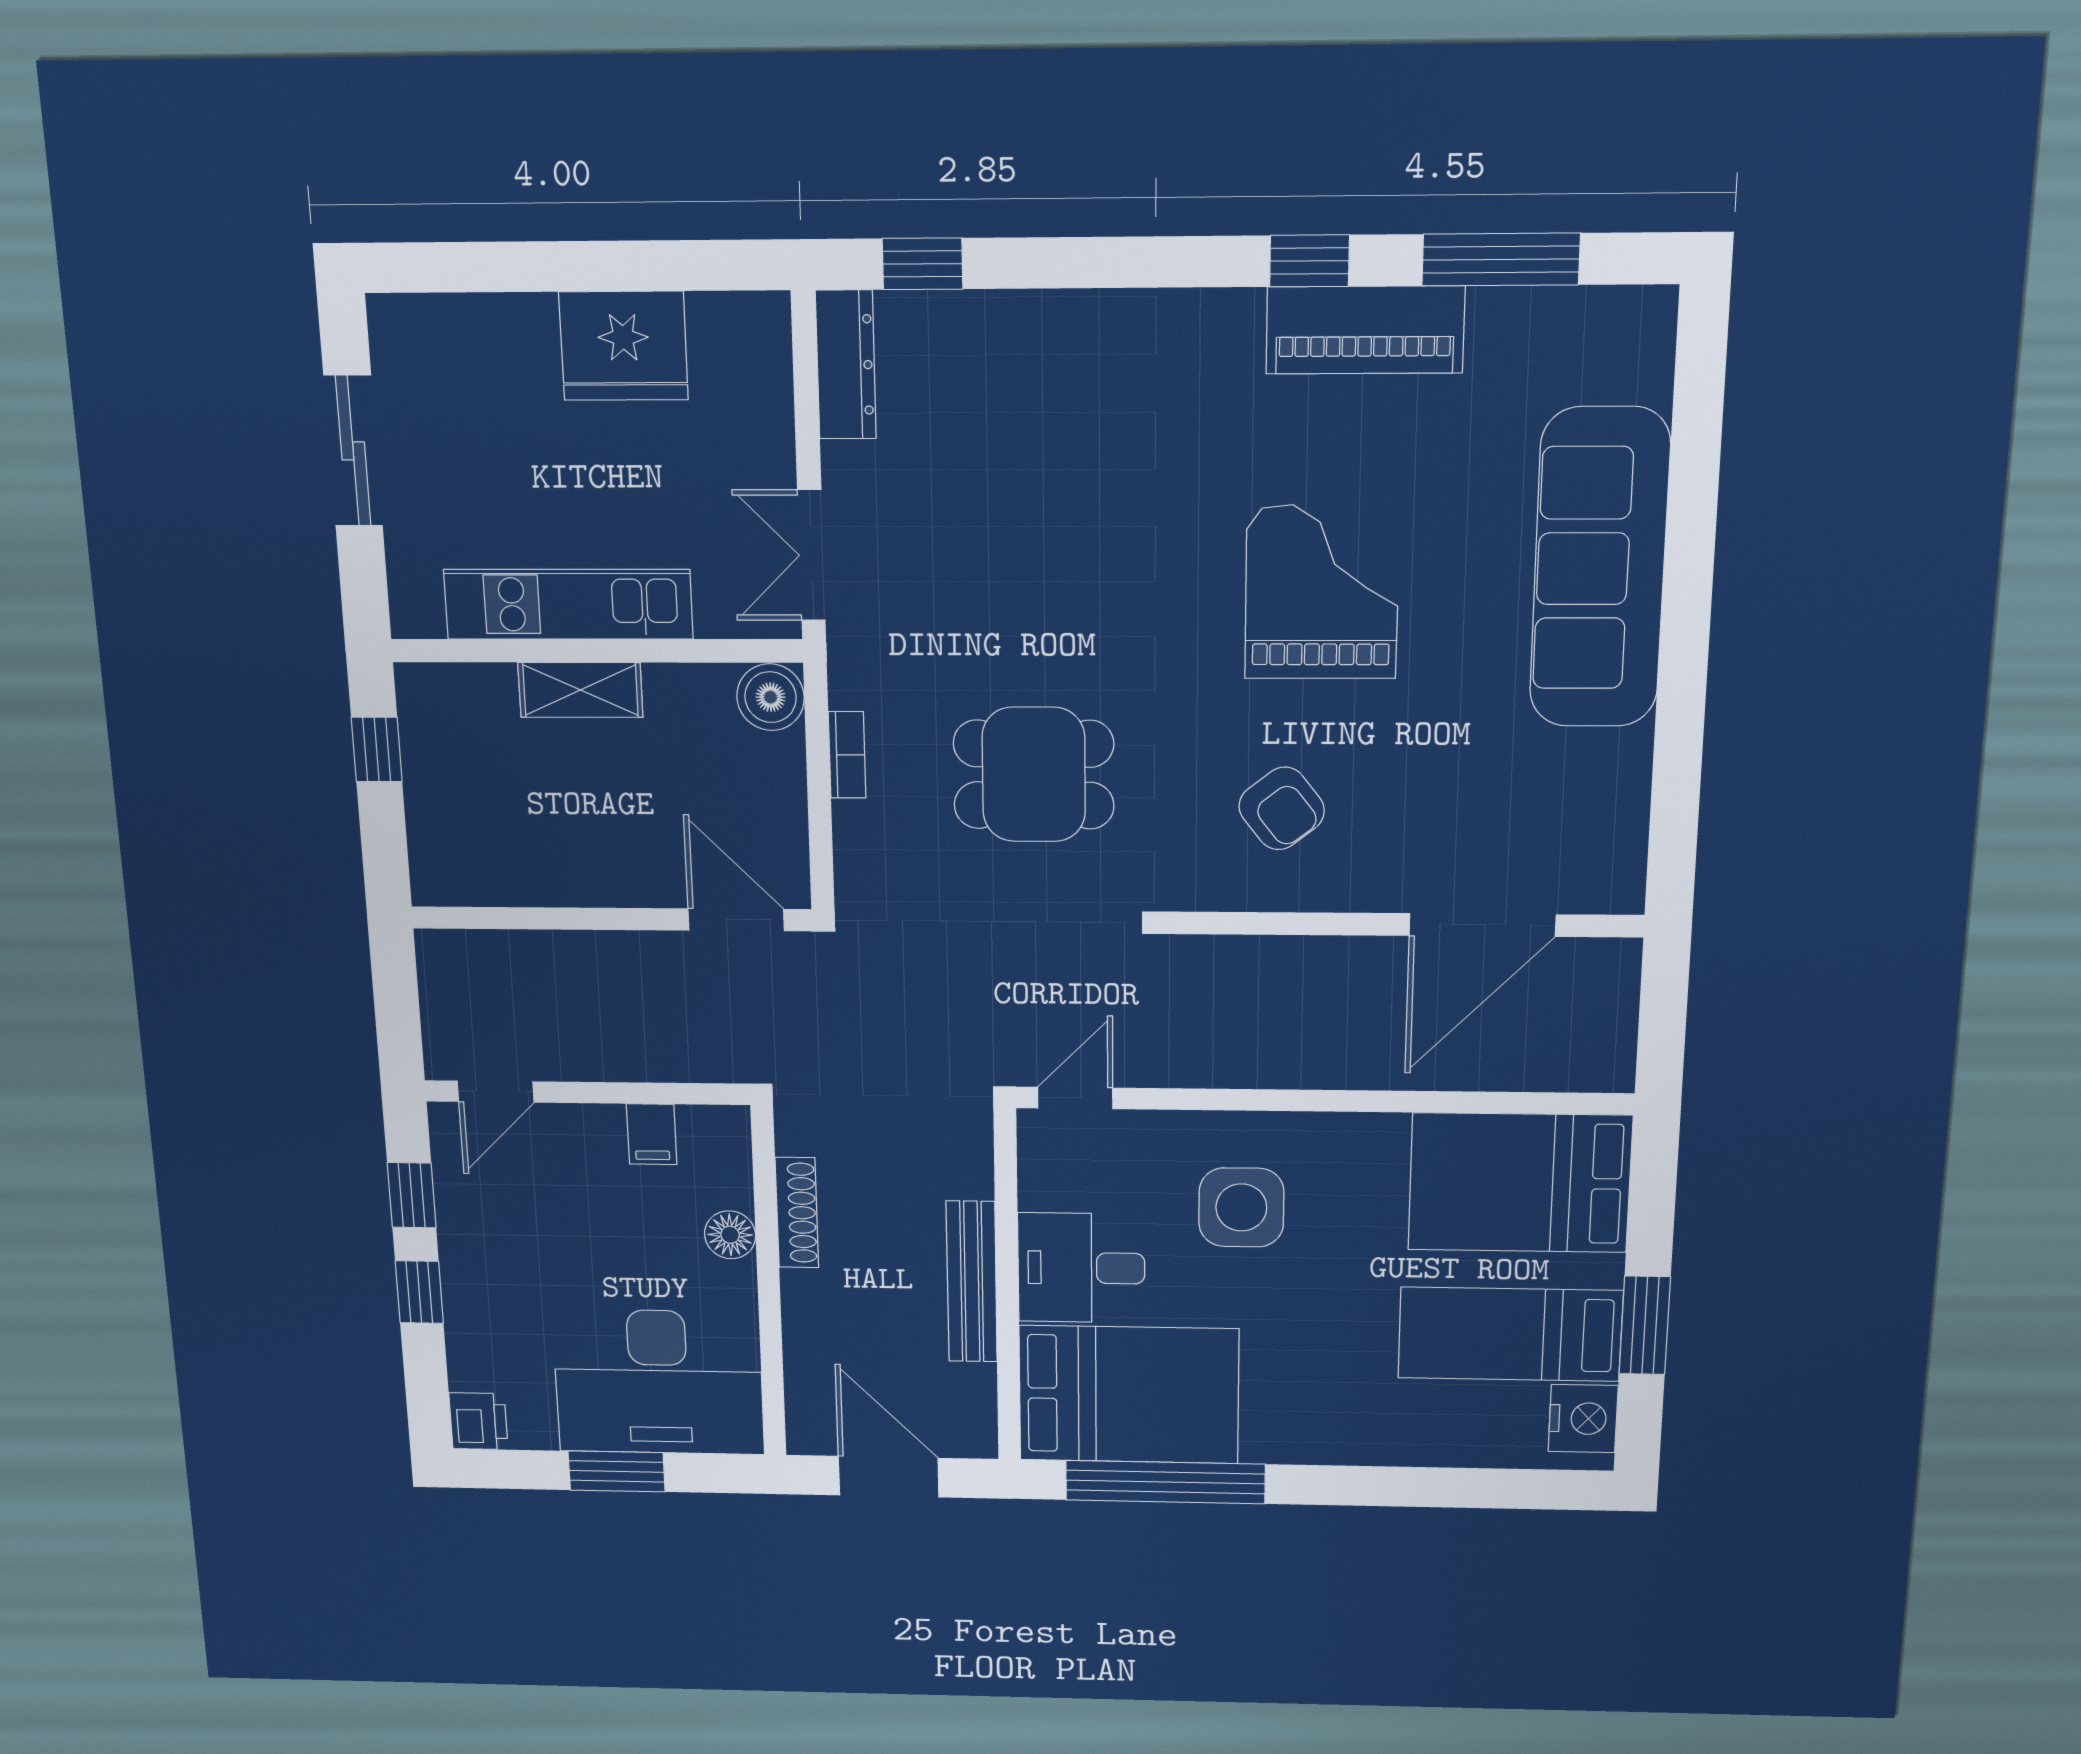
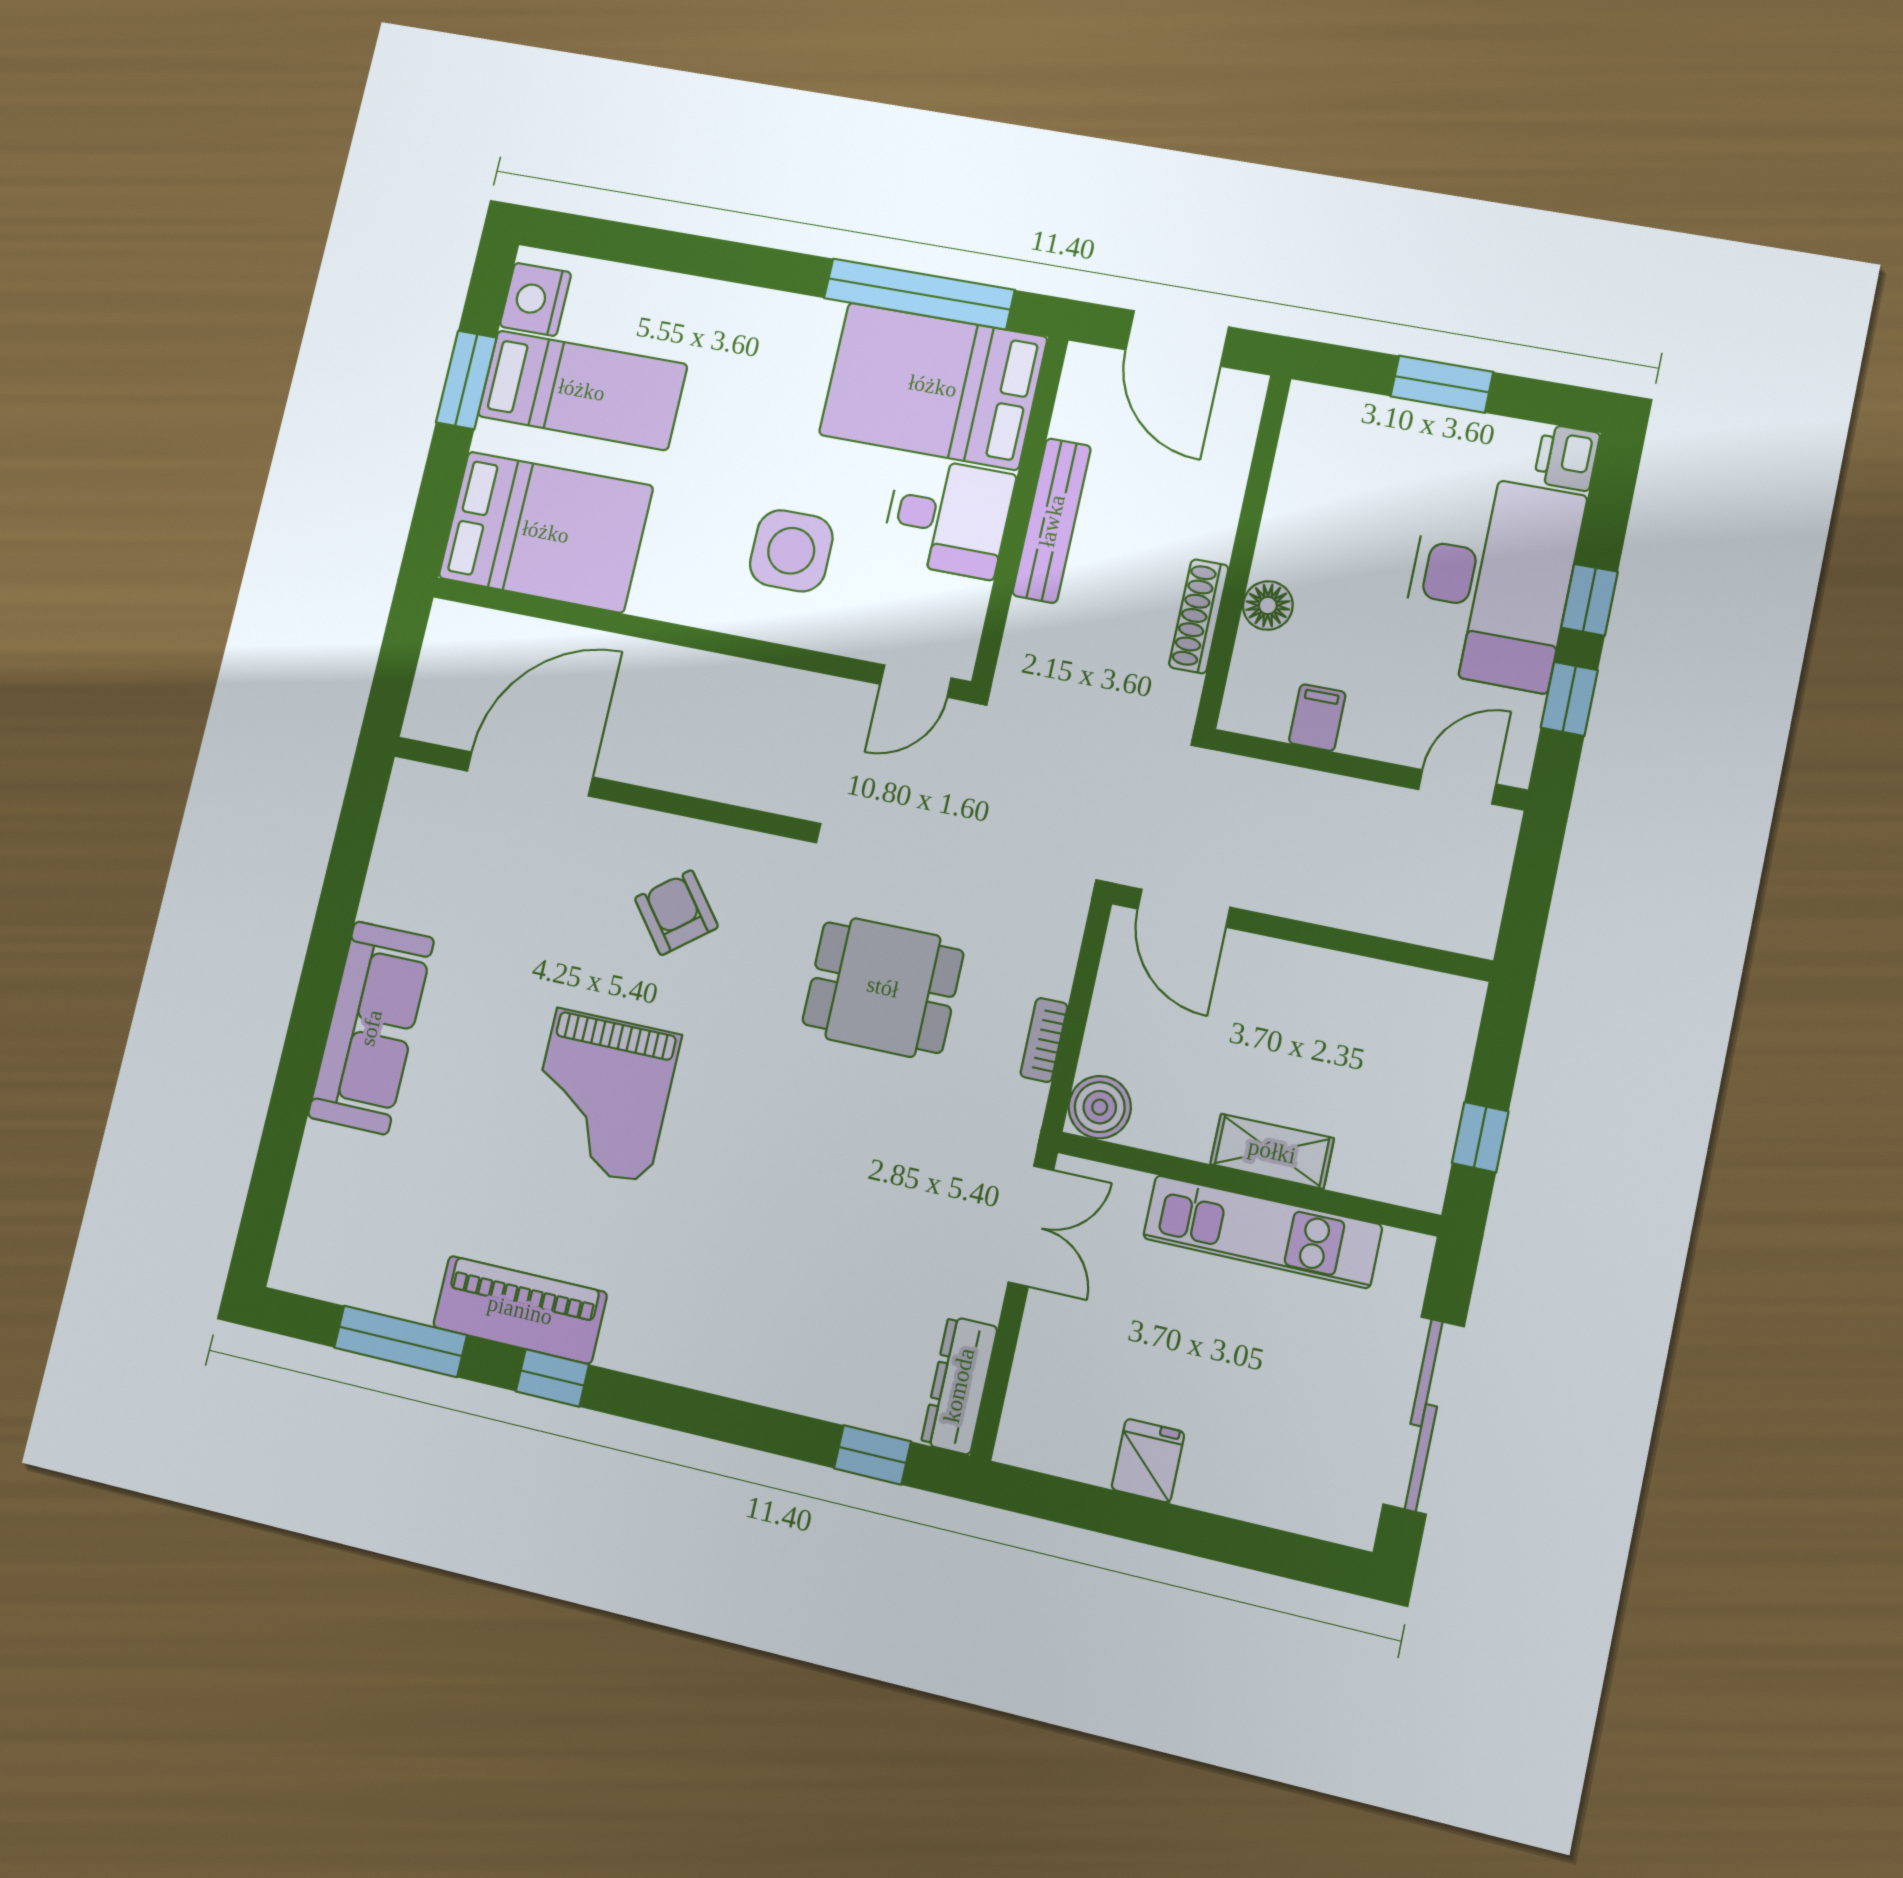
fridge: (624, 346) -> (1148, 1461), width x0.53, depth x0.75
sliding door: (353, 451) -> (1424, 1415), width x1.37
sofa: (1599, 569) -> (371, 1028), width x0.74, depth x0.79
desk: (659, 1382) -> (1491, 581), moved, turned 90

